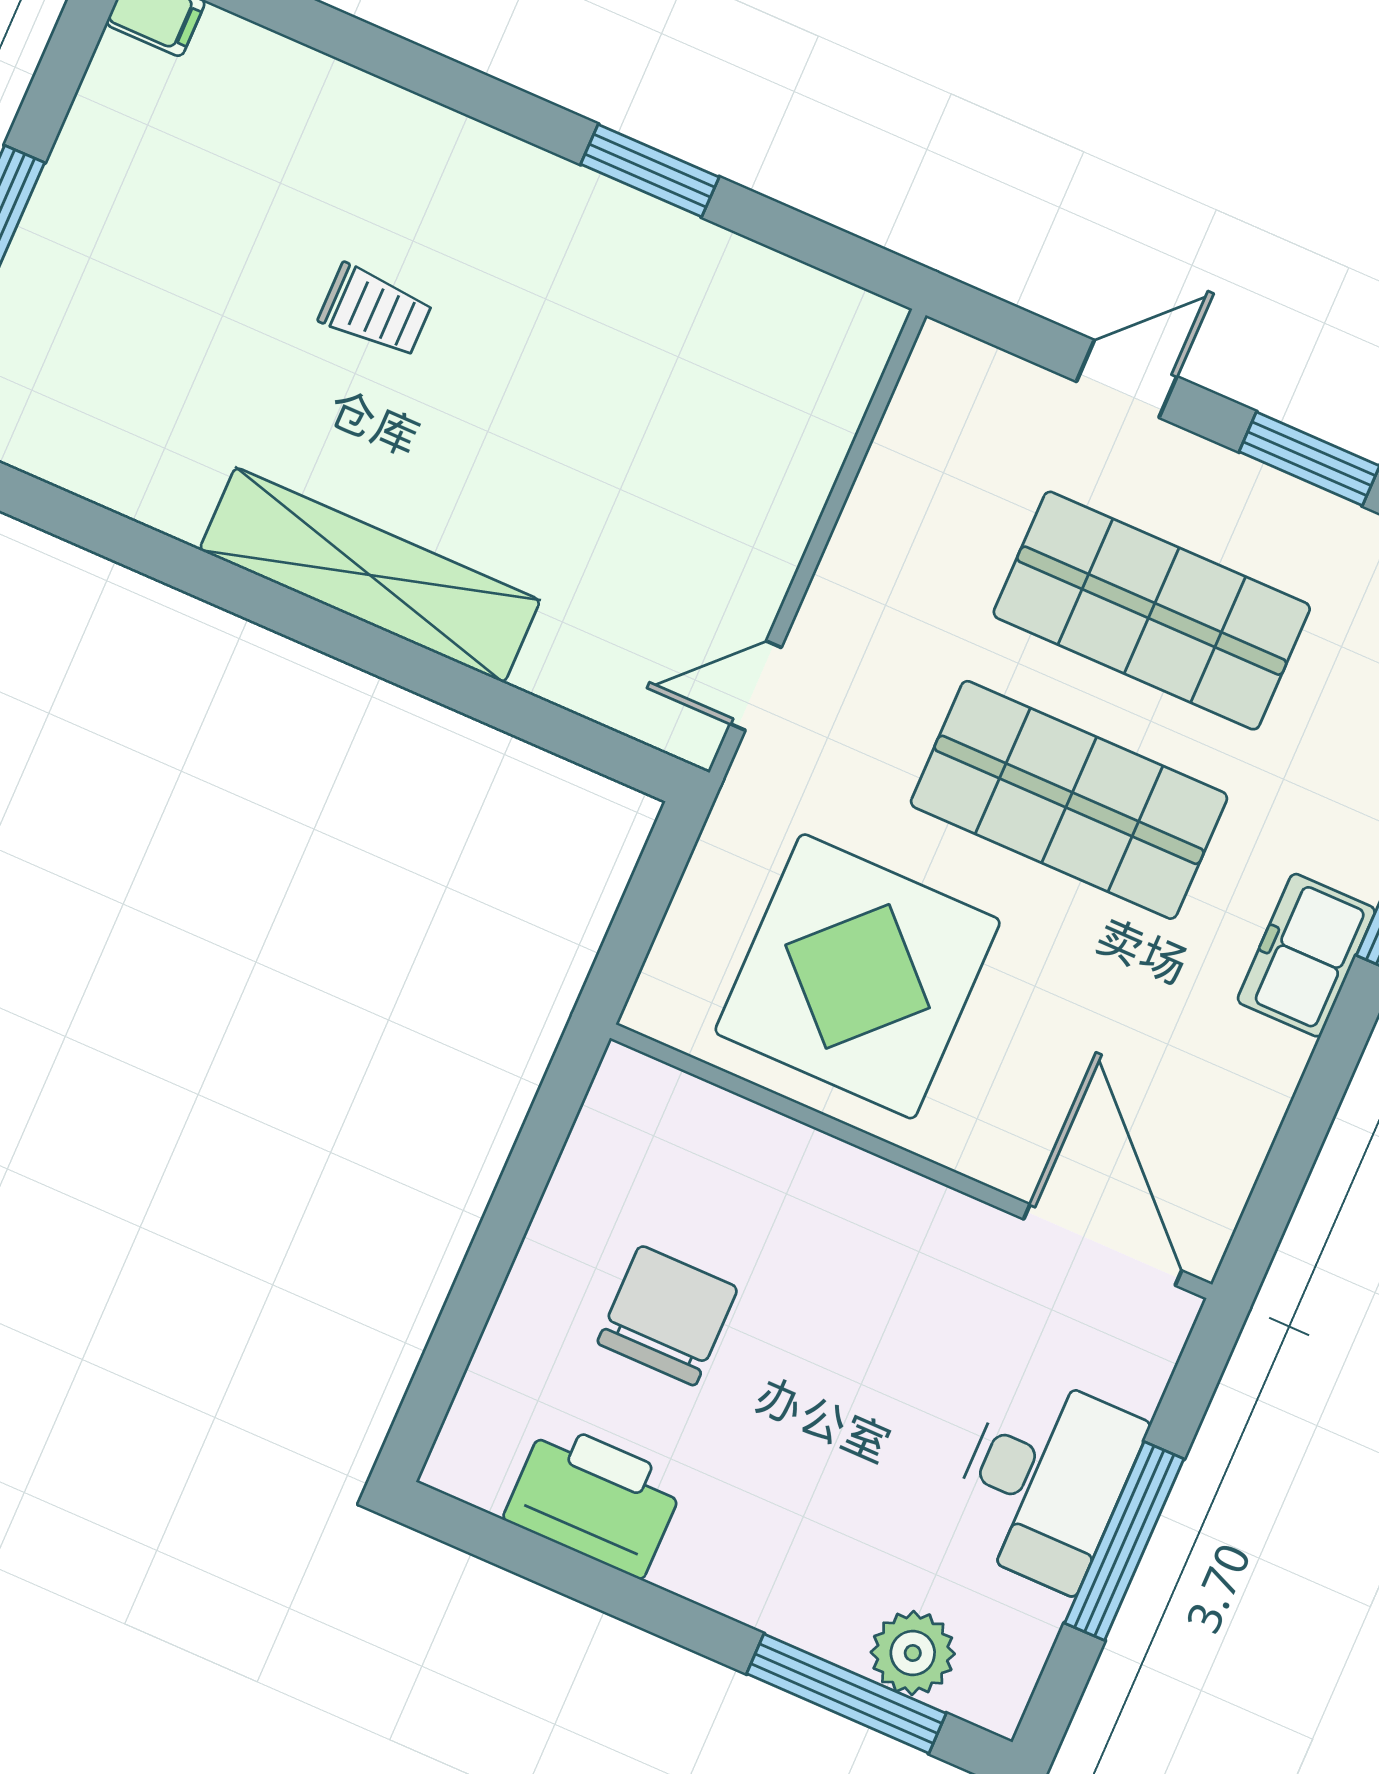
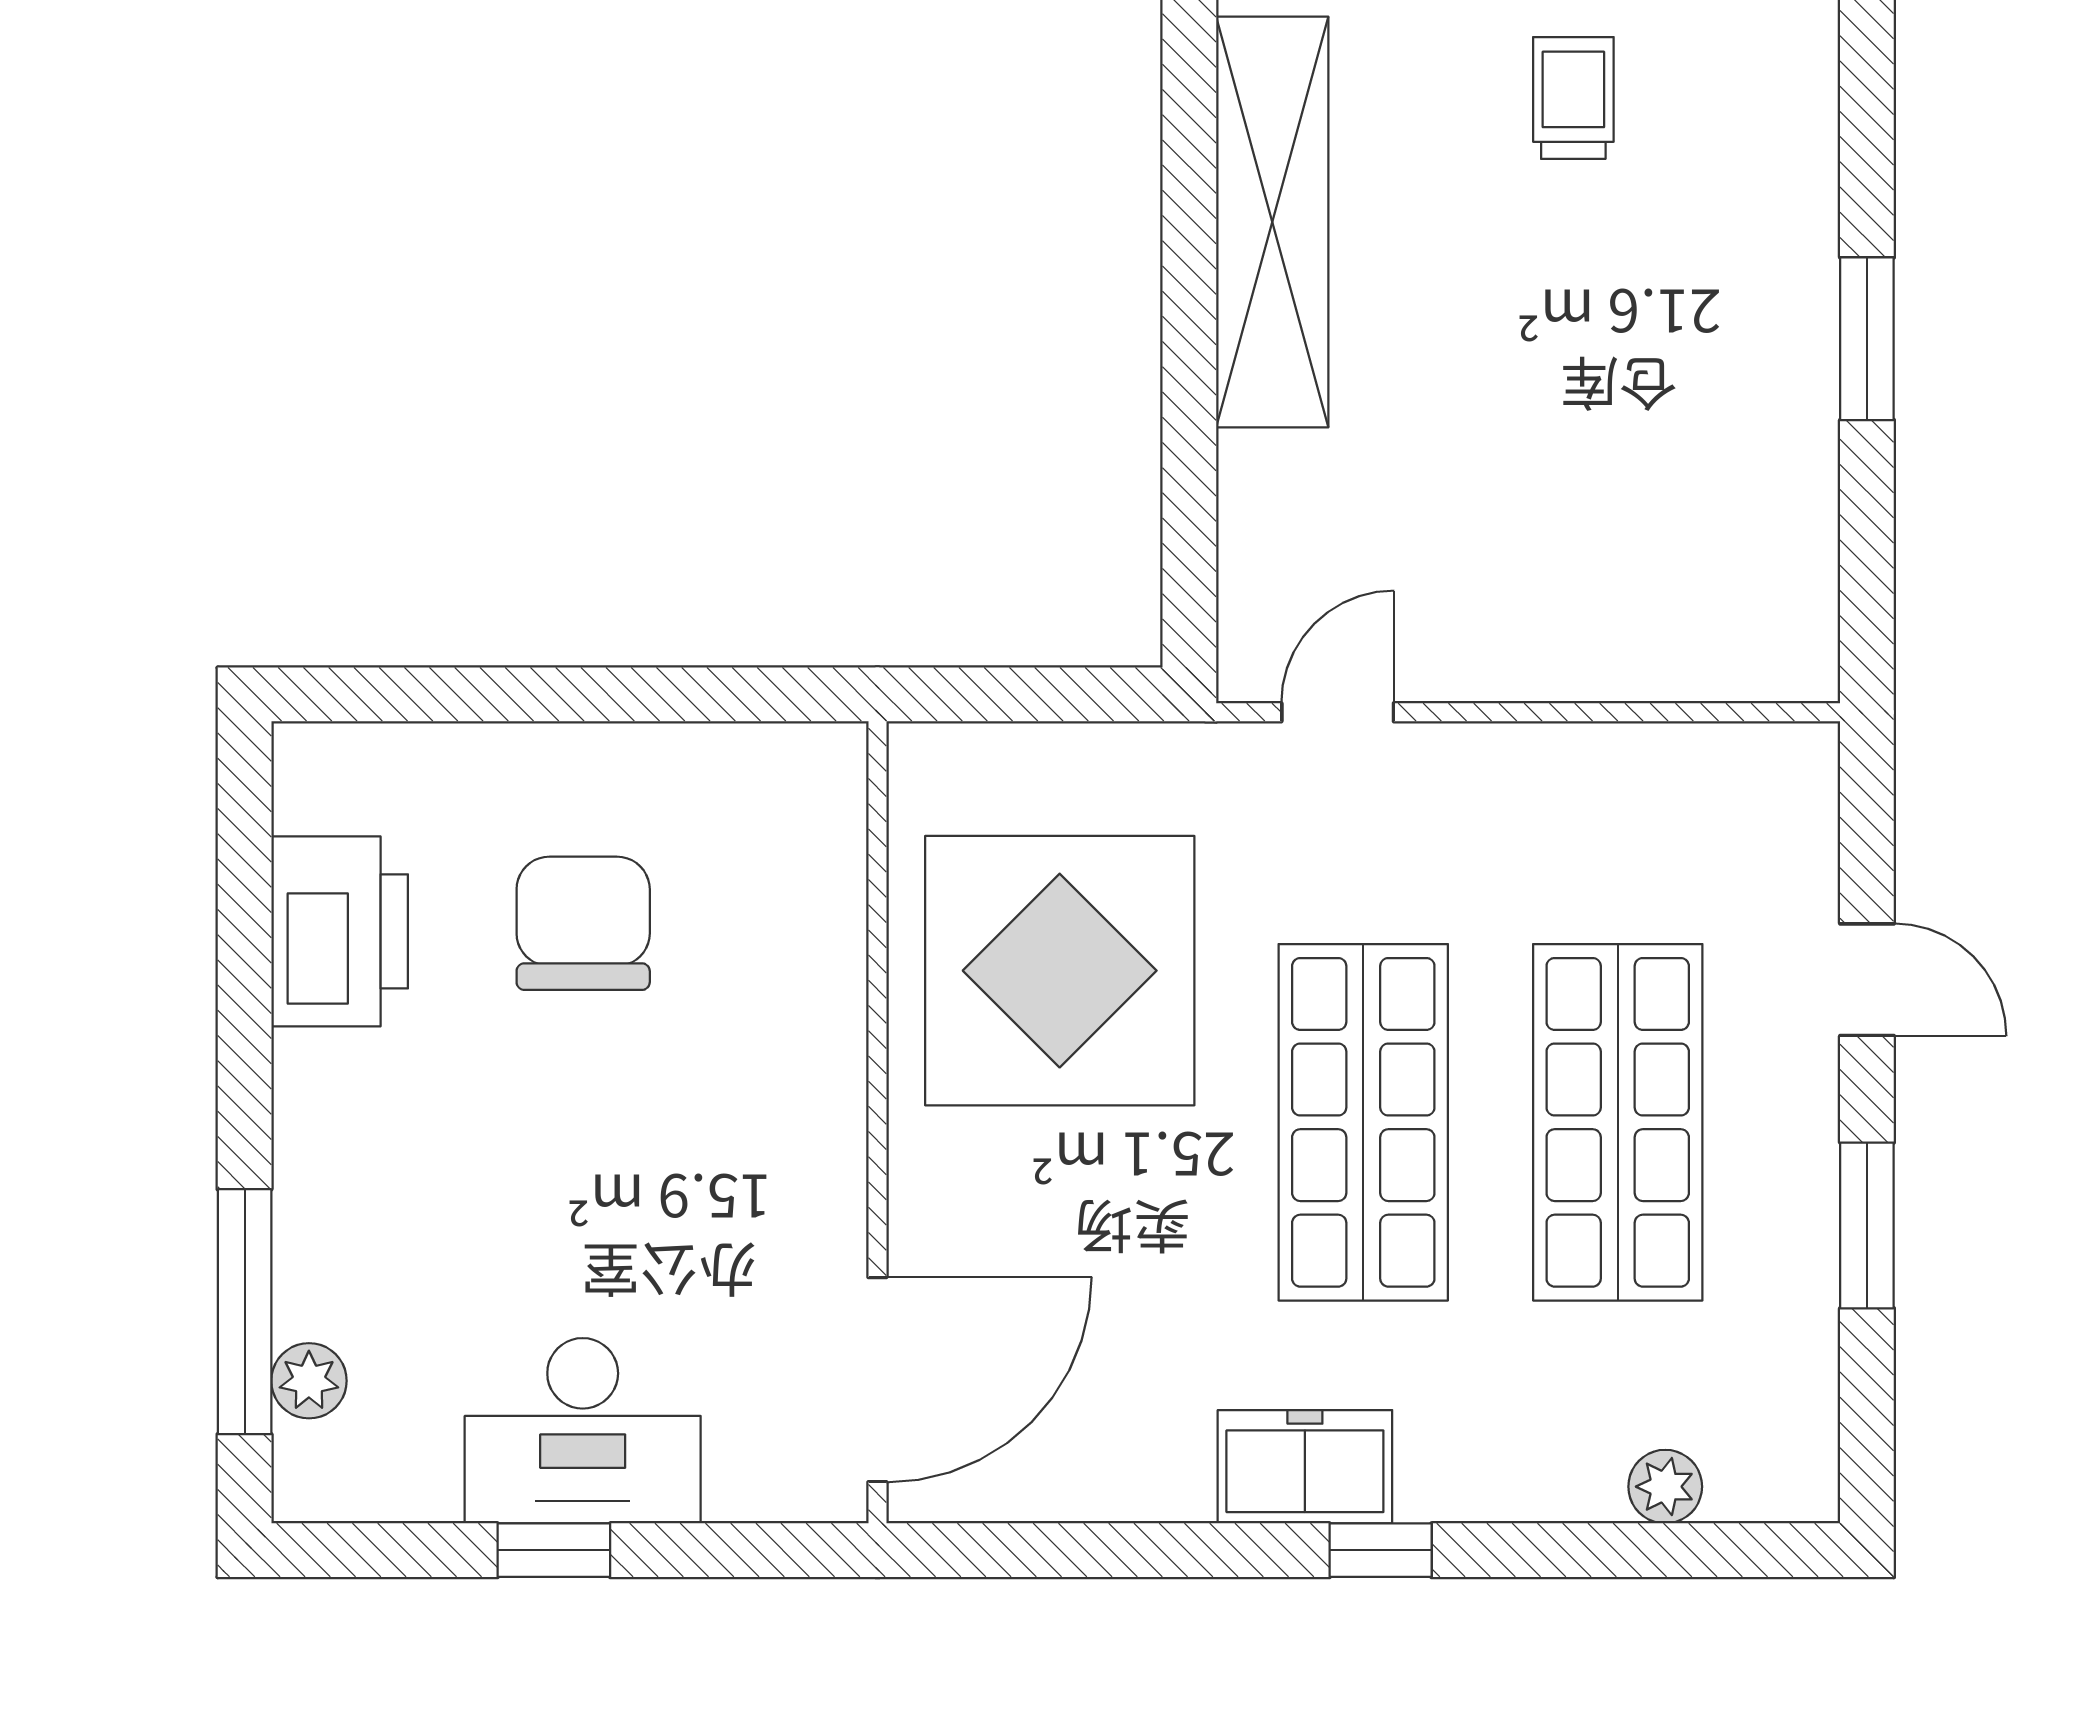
trolley: (375, 311) -> (1573, 98), turned 180
door: (756, 686) -> (1338, 712), hinge flipped
chair: (667, 1315) -> (583, 923), turned -90
window: (1124, 1541) -> (554, 1550), width x0.46
plant: (913, 1653) -> (309, 1381), width x0.73, depth x0.73

